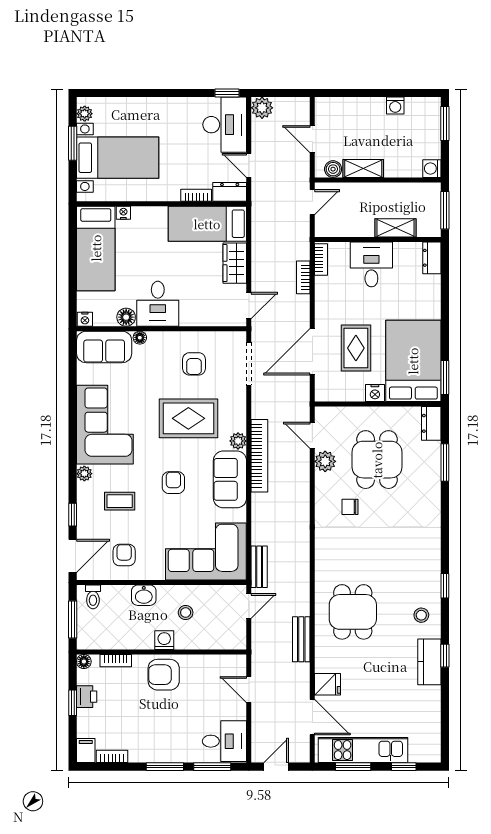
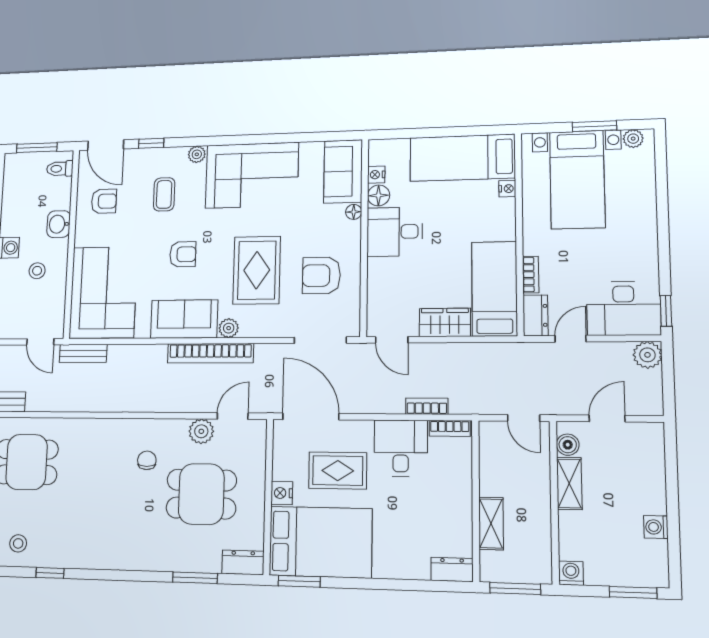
desk: (371, 264) -> (401, 448), moved, turned -90
nightstand: (85, 319) -> (376, 175), moved
door: (312, 352) -> (311, 417), moved
armchair: (194, 364) -> (321, 275), width x1.38, depth x1.38

